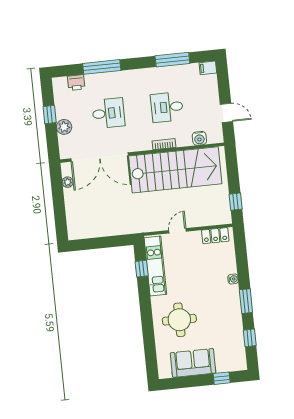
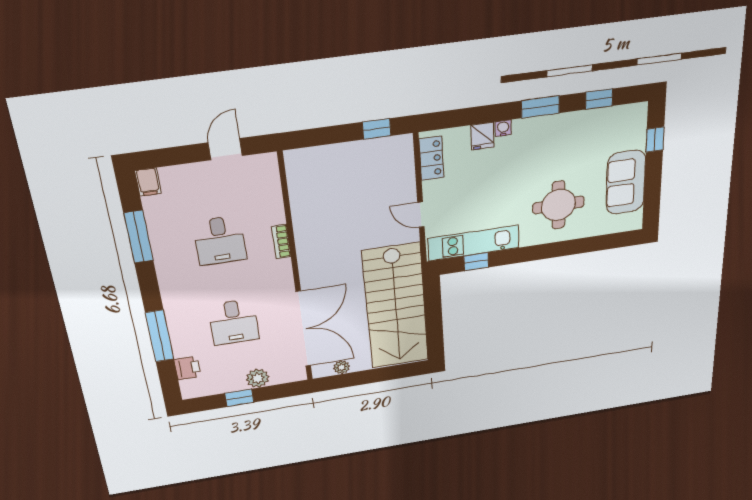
desk: (108, 113) -> (234, 322), turned 180
water cooler: (199, 138) -> (270, 190), removed
stairs: (175, 170) -> (396, 306), moved, turned 180
fridge: (228, 266) -> (482, 136), added

